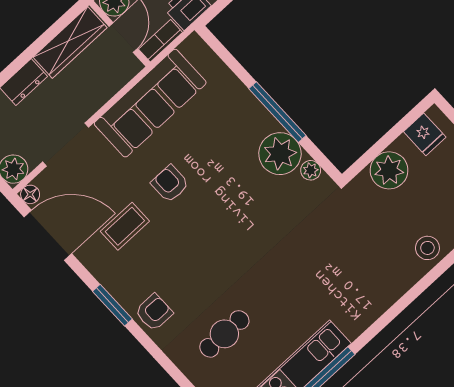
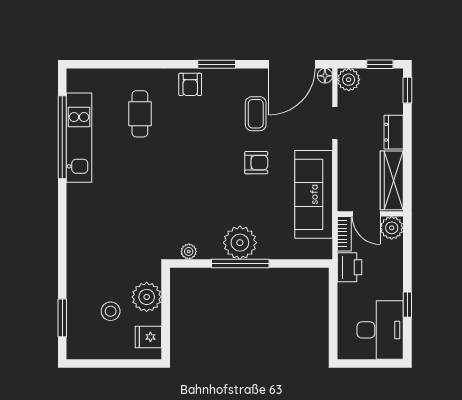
doorway: (66, 145) -> (335, 123), width x0.73
plant: (280, 154) -> (240, 243), moved
stool: (427, 248) -> (111, 311), moved

